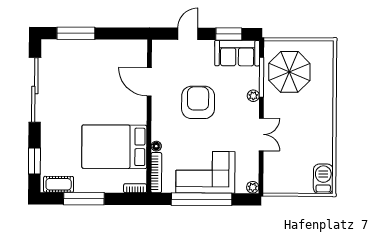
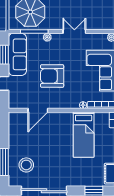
sofa: (237, 53) -> (17, 54), width x1.36
stool: (72, 65) -> (26, 165), added
bed: (114, 147) -> (84, 135), width x0.67

